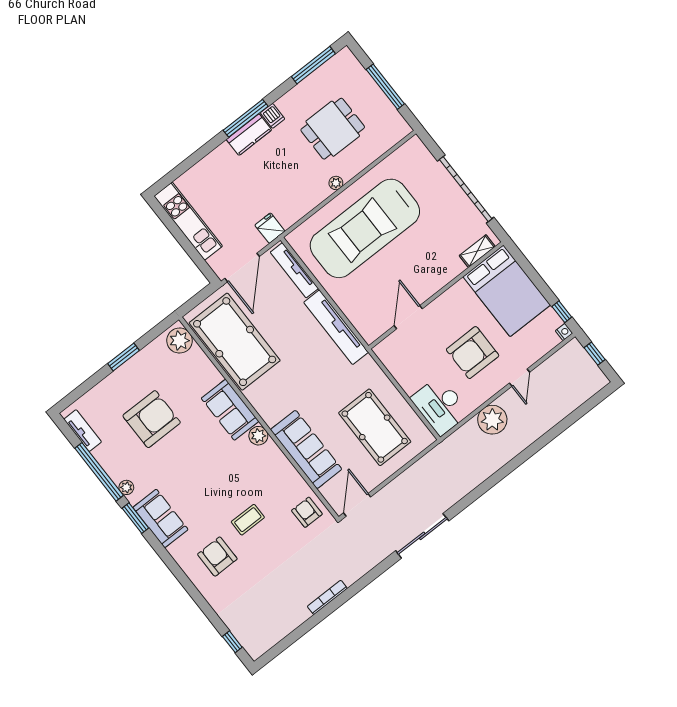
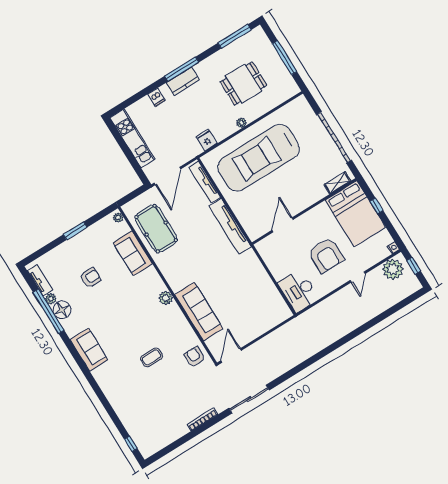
dishwasher: (273, 116) -> (156, 97), moved
fridge: (270, 228) -> (207, 140), moved
window: (562, 312) -> (376, 206), moved
plant: (180, 341) -> (118, 218), width x0.53, depth x0.53
pool table: (235, 342) -> (156, 229), width x0.73, depth x0.76
armchair: (473, 353) -> (326, 255), turned -90
sofa: (230, 410) -> (133, 253), moved
armchair: (152, 419) -> (90, 278), width x0.53, depth x0.53
plant: (492, 420) -> (393, 269), moved
pool table: (375, 427) -> (250, 301), removed
floor lamp: (117, 468) -> (62, 310), added
plant: (126, 487) -> (51, 299), moved
window: (135, 518) -> (71, 347), removed
sliding door: (422, 536) -> (249, 399), moved
armchair: (217, 557) -> (127, 381), removed

